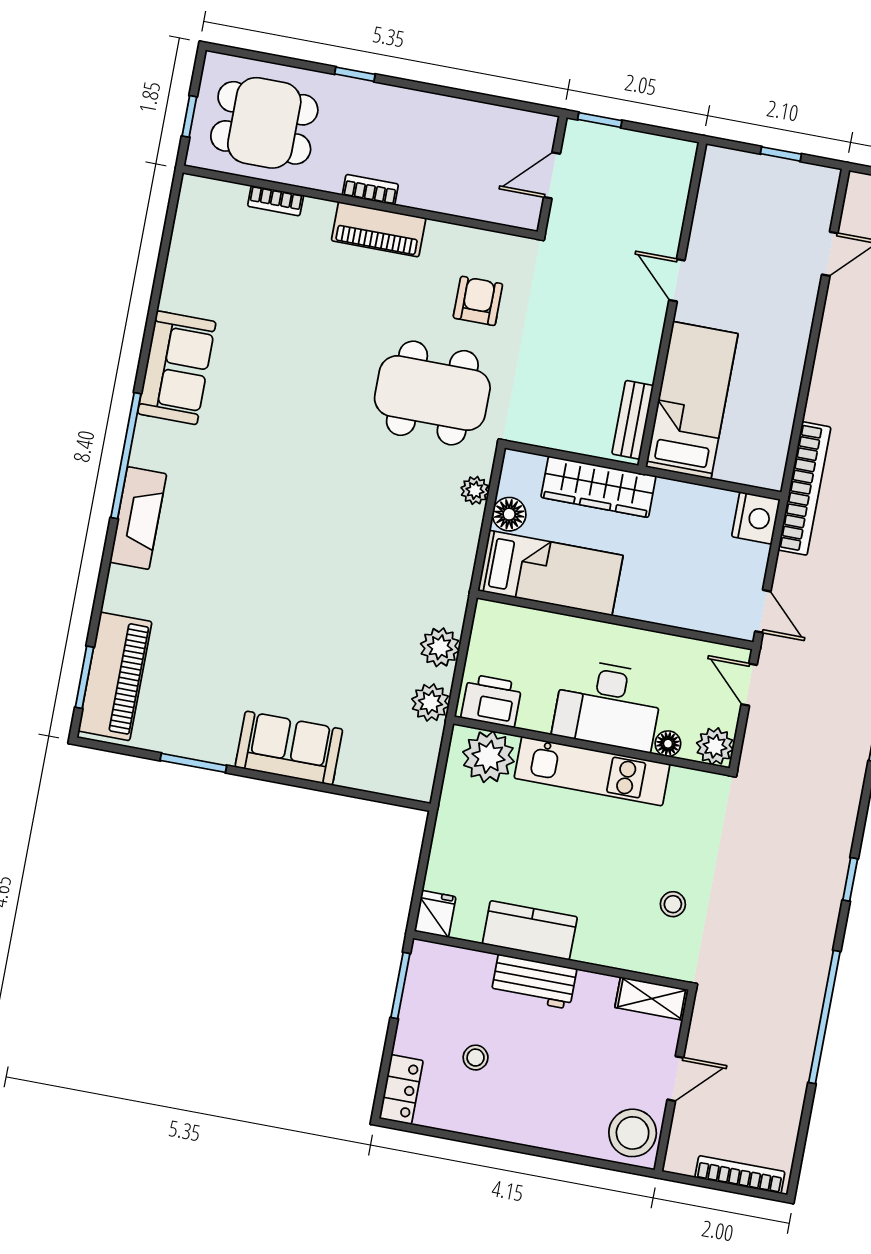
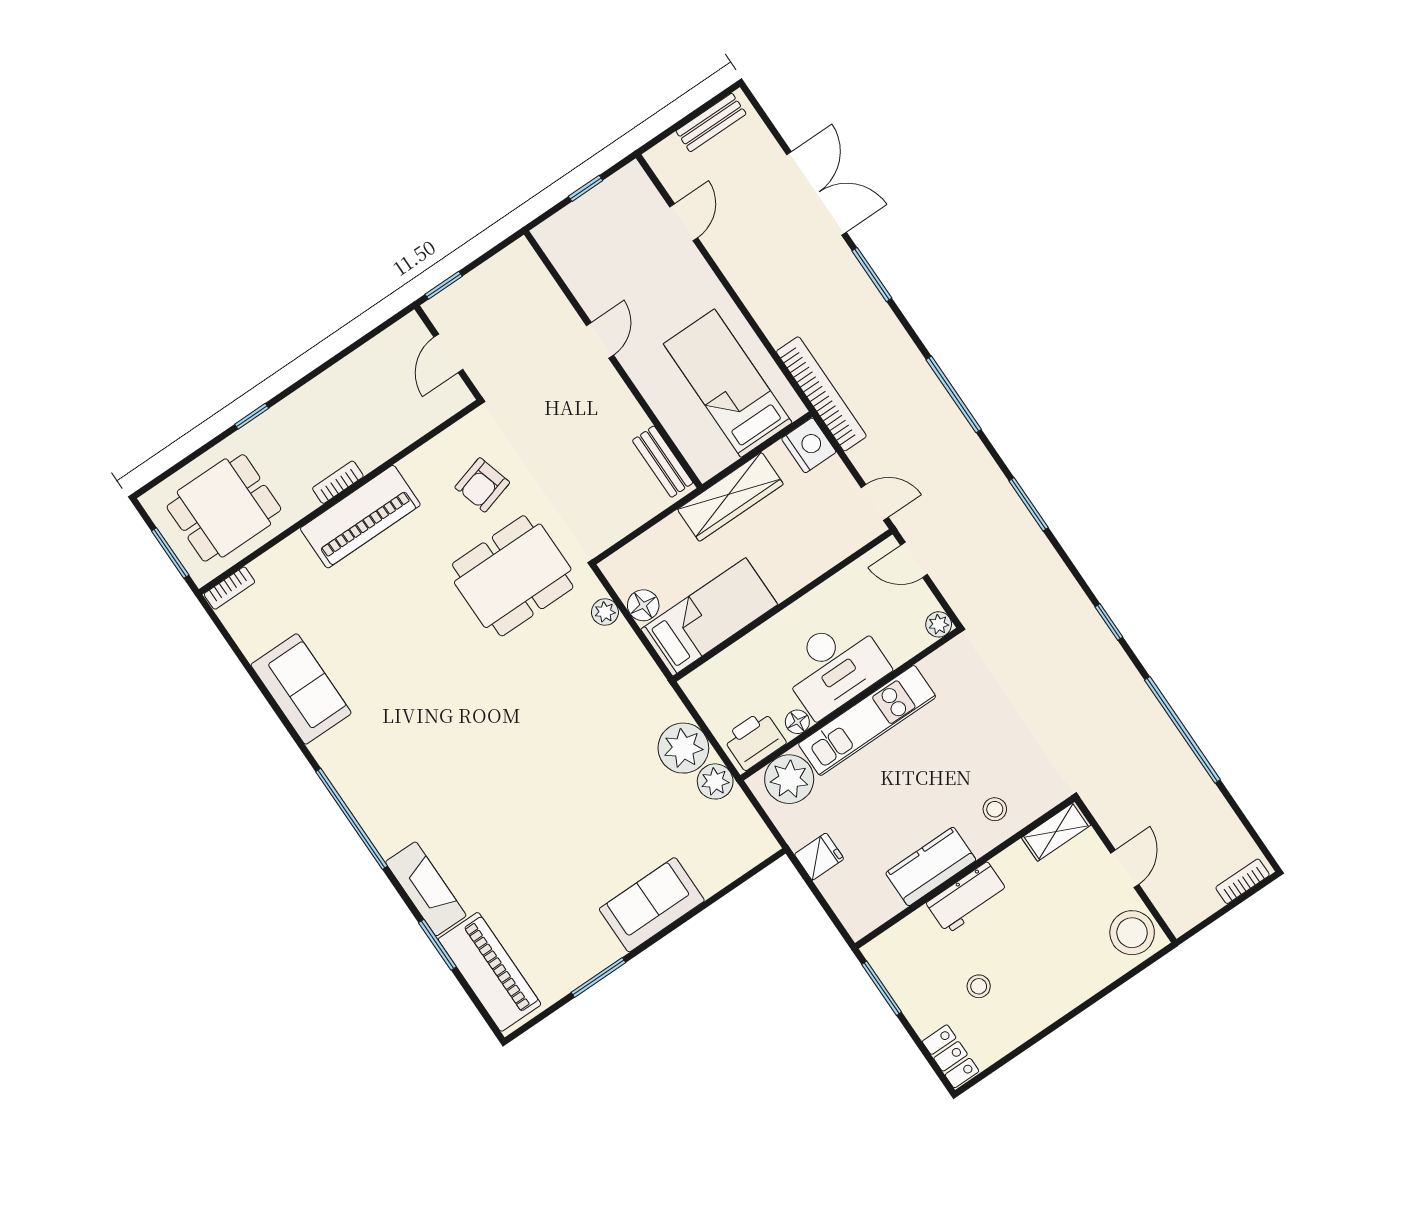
window: (189, 116) -> (170, 553), width x1.50
bookcase: (276, 201) -> (229, 588), moved
piano: (379, 229) -> (360, 517), width x1.37, depth x1.33
door: (677, 280) -> (600, 340), swing flipped
armchair: (478, 301) -> (482, 485), turned -106
sofa: (177, 368) -> (301, 689), moved
bed: (692, 400) -> (728, 383), moved
wardrobe: (598, 487) -> (730, 497), moved
fireplace: (138, 518) -> (426, 889), moved
plant: (440, 647) -> (683, 748), width x1.36, depth x1.36
window: (84, 677) -> (437, 945), moved
floor lamp: (668, 744) -> (797, 722), moved
plant: (715, 746) -> (939, 624), width x0.73, depth x0.73
stool: (673, 904) -> (995, 809), moved
fridge: (435, 914) -> (819, 857), moved, turned 90
bookcase: (740, 1175) -> (1243, 881), width x0.64

